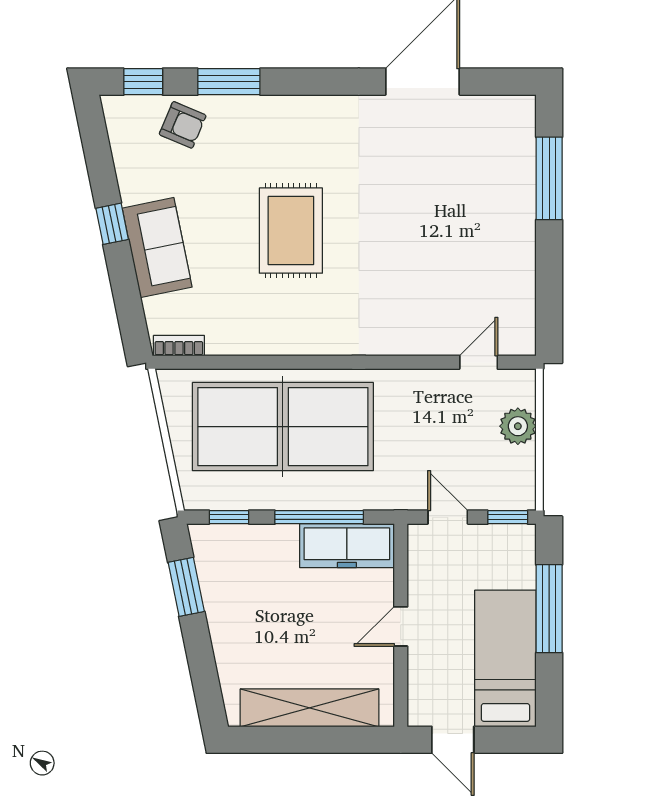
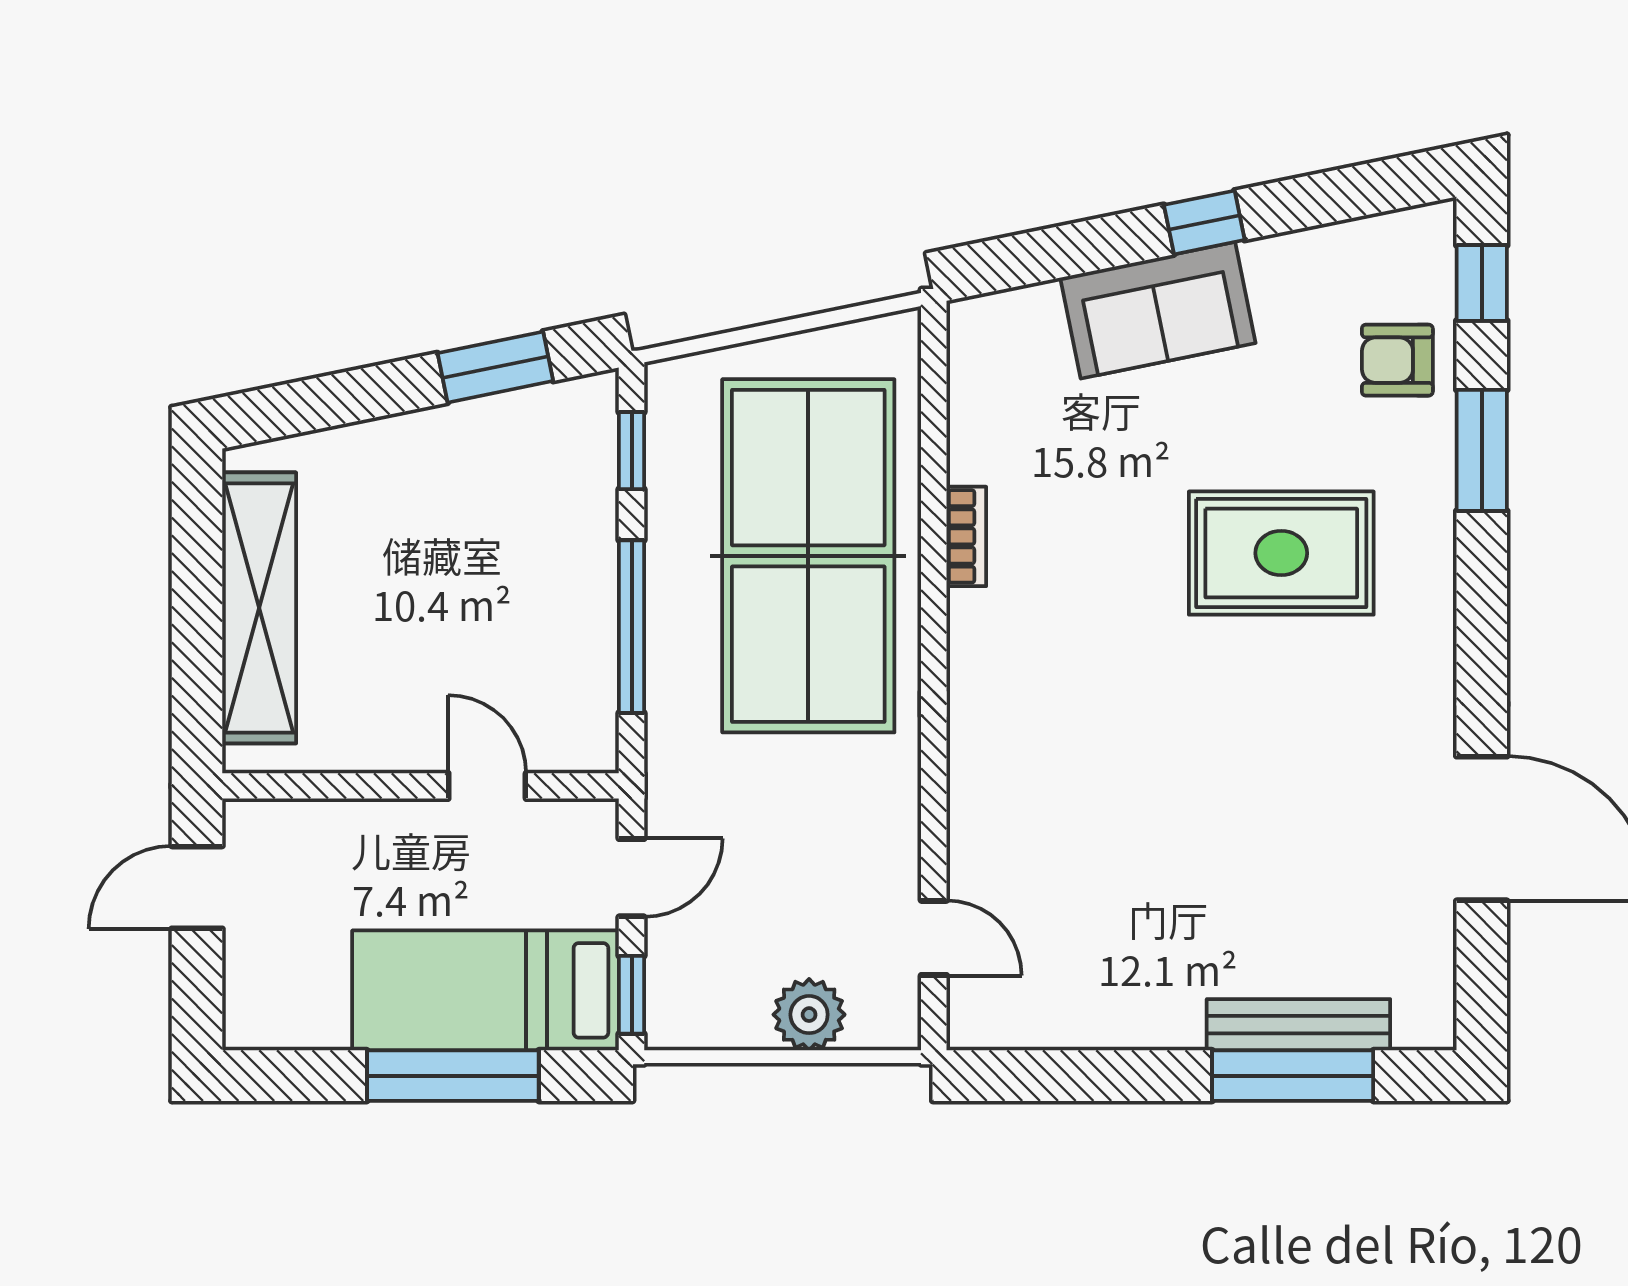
armchair: (183, 125) -> (1397, 360), turned 67
bench: (523, 176) -> (1298, 1025), added
rug: (291, 231) -> (1281, 553), moved
bookcase: (179, 346) -> (966, 536), moved
freezer: (347, 546) -> (576, 681), removed
door: (401, 626) -> (487, 786), moved
bed: (505, 659) -> (486, 990), moved, turned 180

